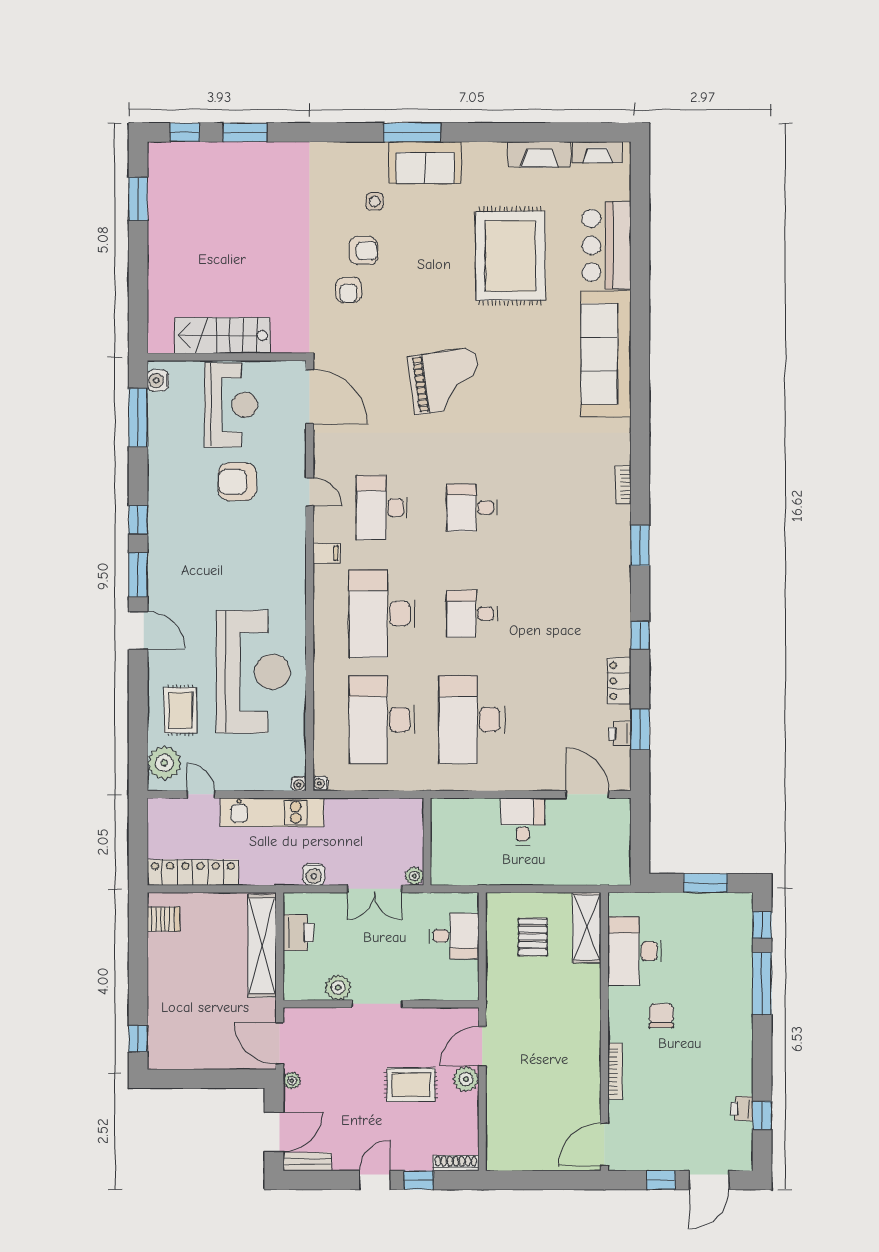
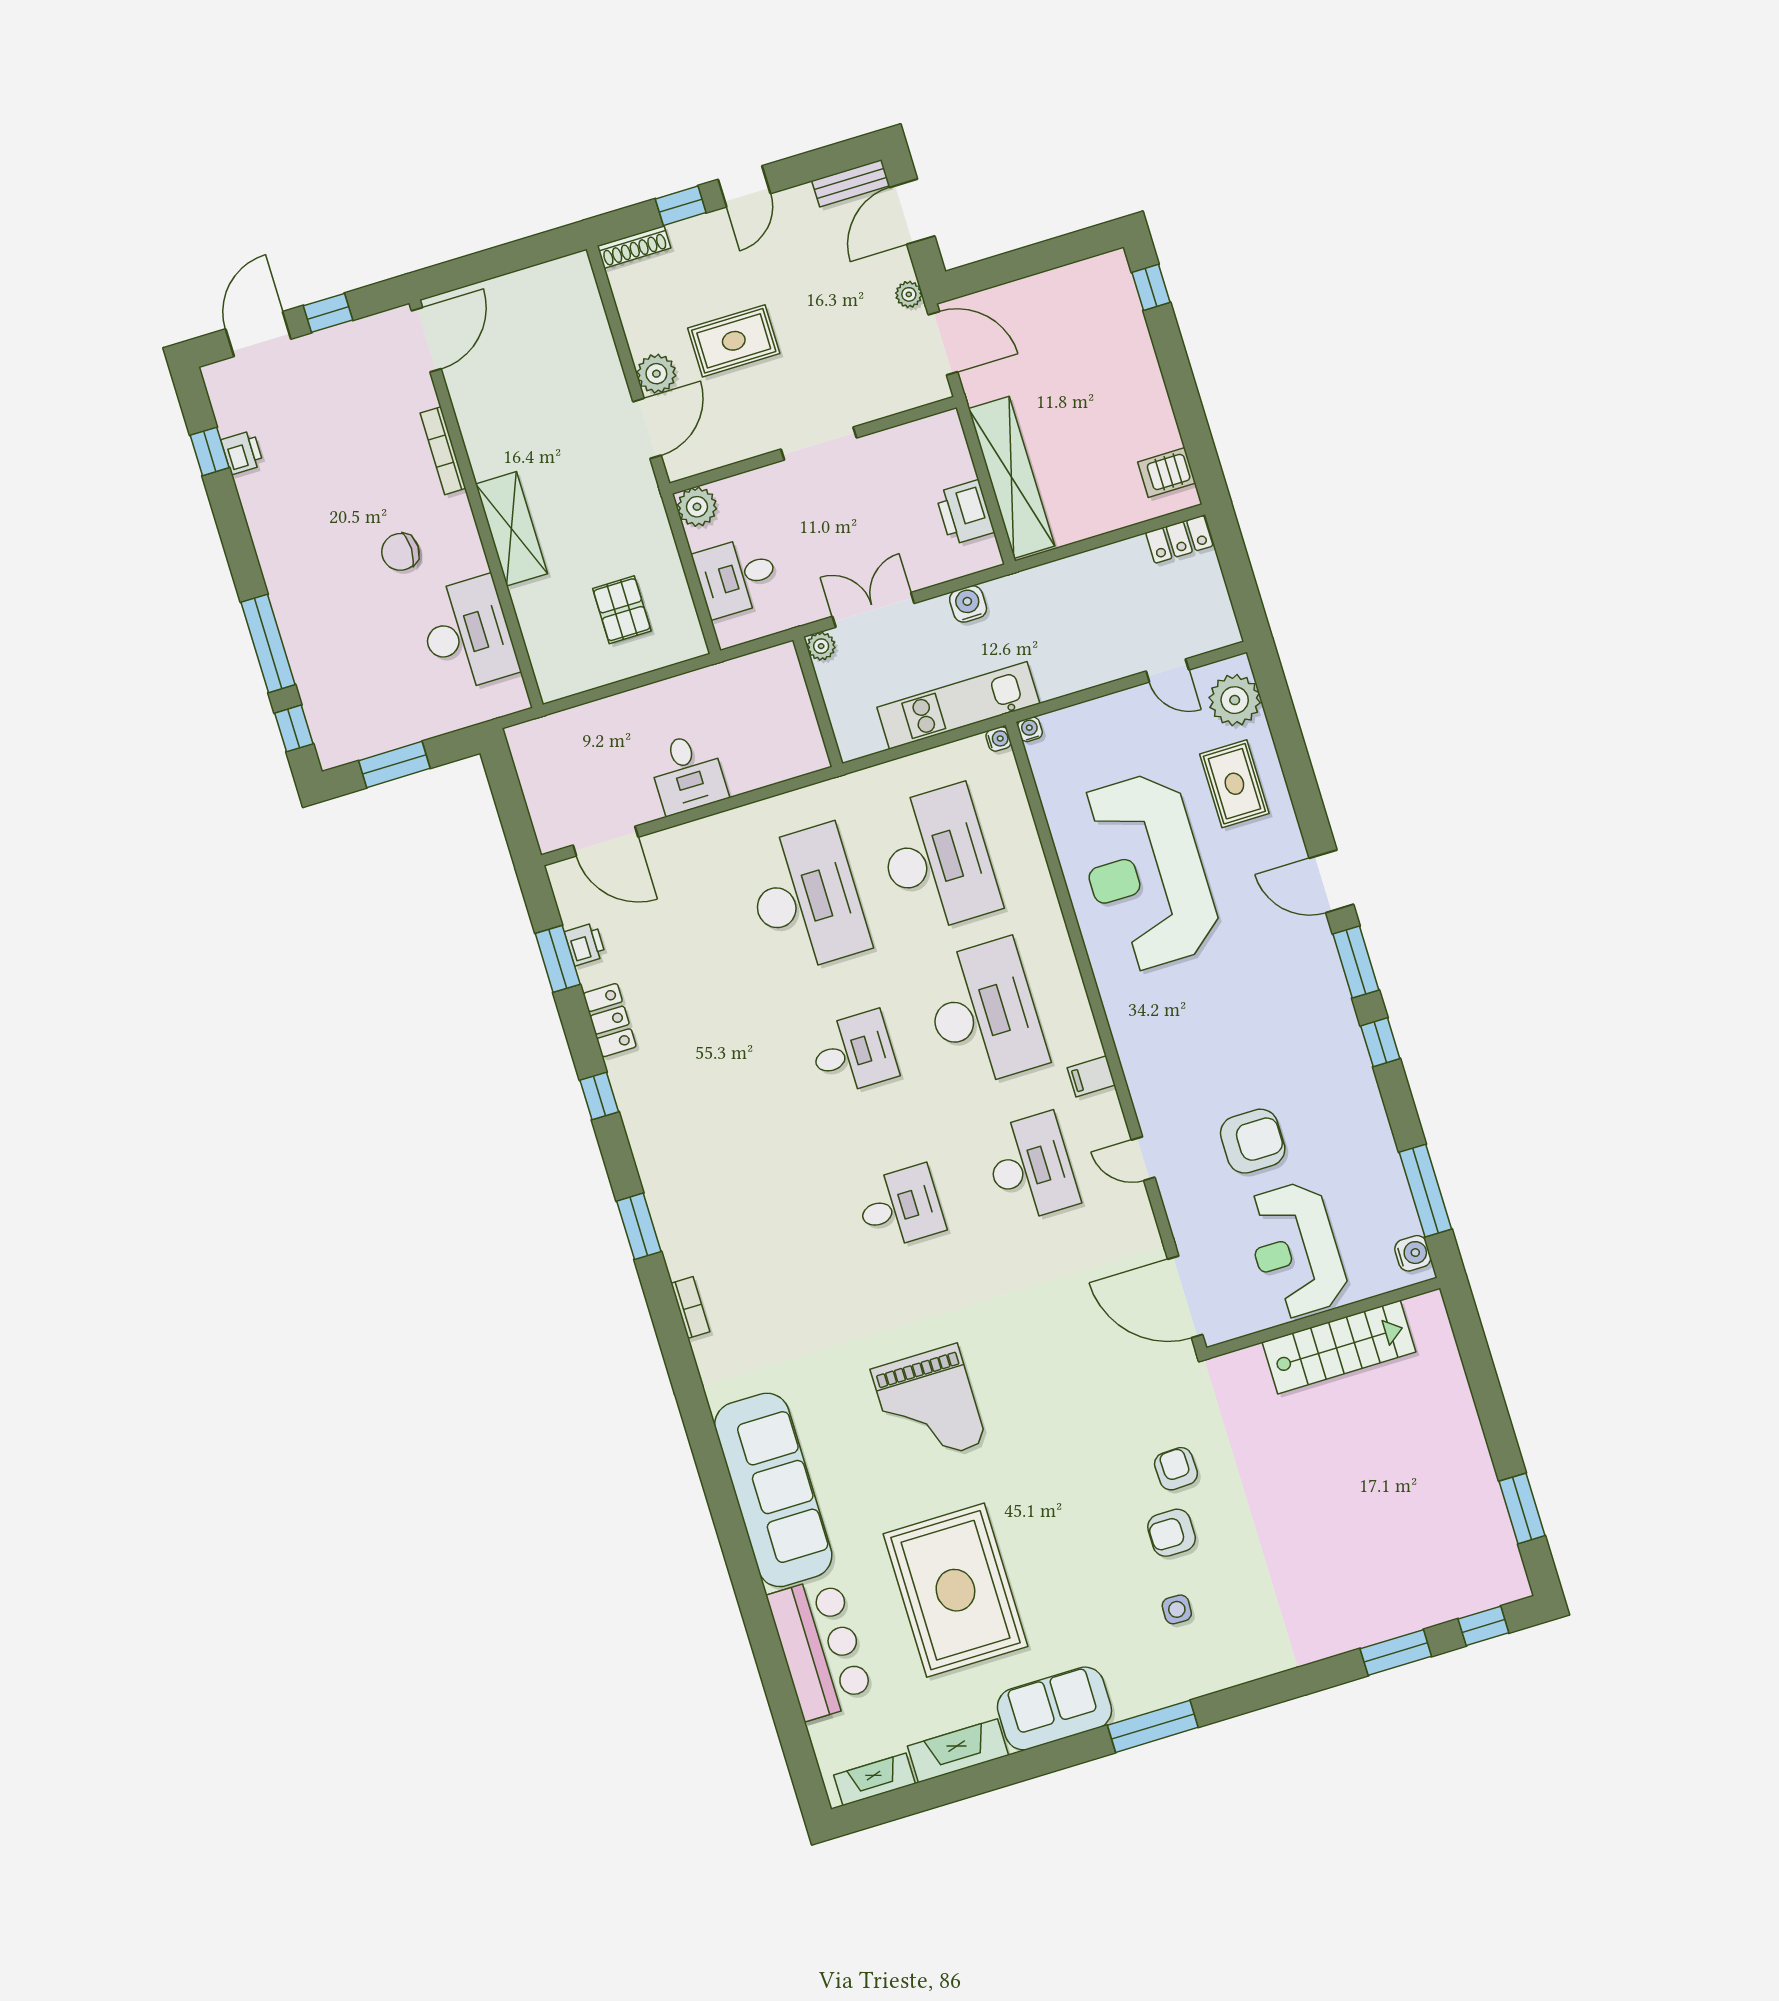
sofa: (425, 162) -> (1054, 1708), moved
grand piano: (445, 381) -> (929, 1406), moved, turned -82
kitchen unit: (272, 812) -> (958, 705), moved
locker: (193, 872) -> (1179, 539), width x0.46, depth x0.83
shelving: (587, 927) -> (512, 529), moved
plant: (338, 987) -> (697, 507), moved
chair: (661, 1016) -> (400, 552), turned 89

